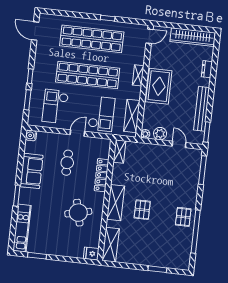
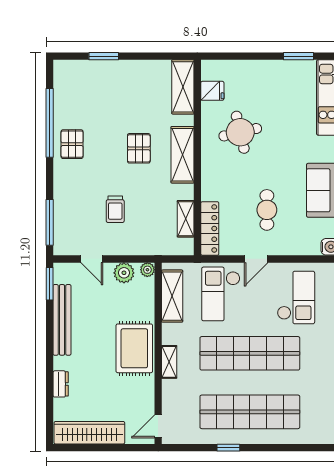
shelving: (119, 151) -> (186, 219), moved
trolley: (161, 174) -> (115, 209), added
locker: (102, 175) -> (210, 228), moved
fridge: (91, 254) -> (212, 91), moved

